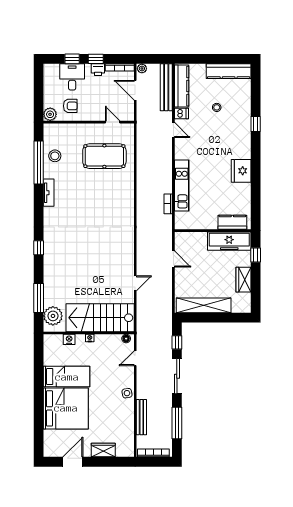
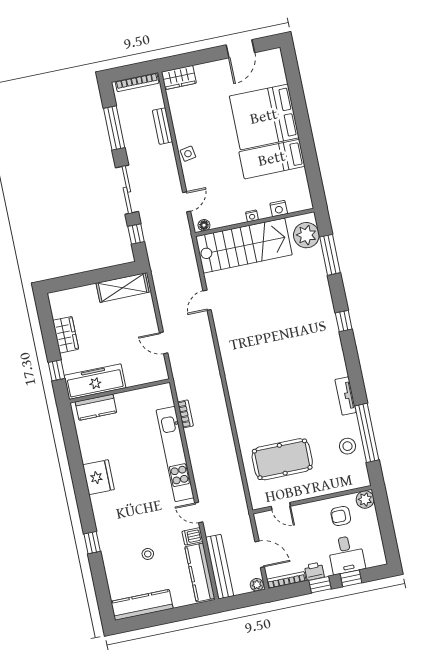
kitchen unit: (182, 186) -> (175, 454), width x1.36
shelving: (204, 305) -> (123, 288), width x0.68
bench: (141, 417) -> (162, 126), width x0.73
wardrobe: (103, 450) -> (179, 77), moved

